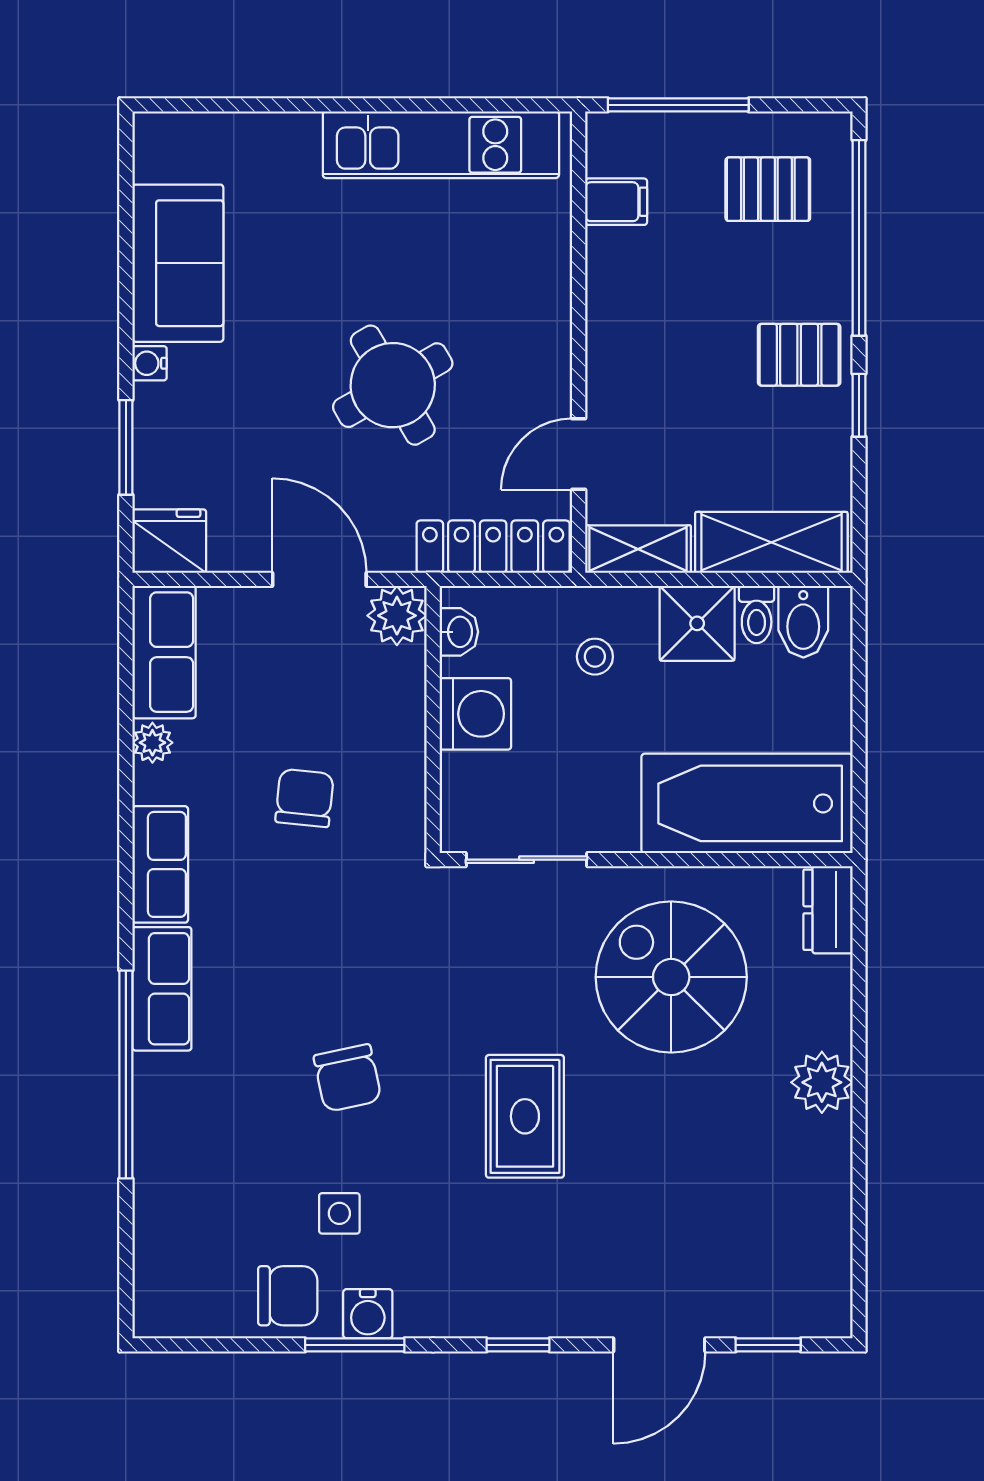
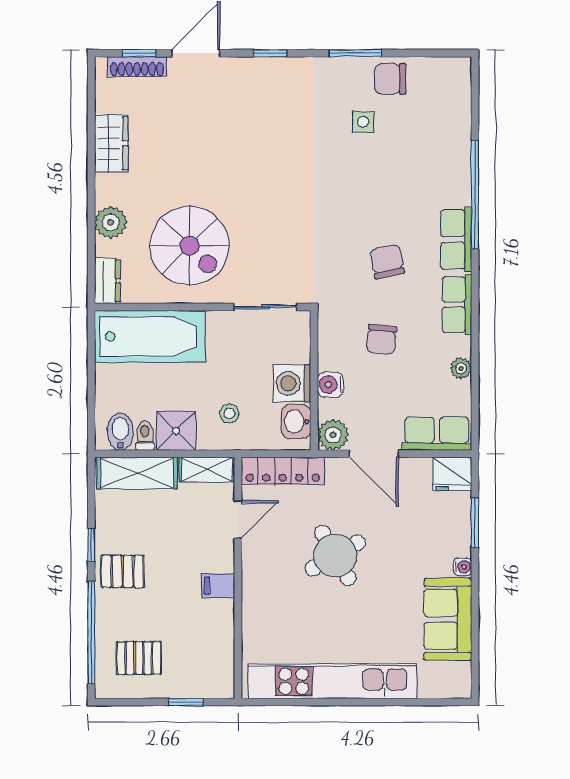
window: (678, 105) -> (186, 702), width x0.46
kitchen unit: (441, 145) -> (333, 681), width x1.36
filing cabinet: (616, 202) -> (218, 586), moved
washbasin: (459, 632) -> (296, 422), width x1.38, depth x1.45
row of seats: (164, 652) -> (437, 434), moved, turned 90
chair: (347, 1078) -> (387, 262), moved
plant: (822, 1082) -> (111, 222), moved
rug: (525, 1116) -> (266, 173), removed
wardrobe: (821, 1173) -> (111, 143), added
water cooler: (368, 1314) -> (330, 385), moved, turned -90
shoe rack: (772, 1319) -> (137, 66), added

